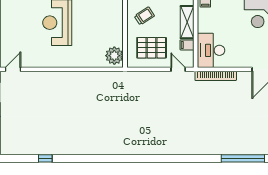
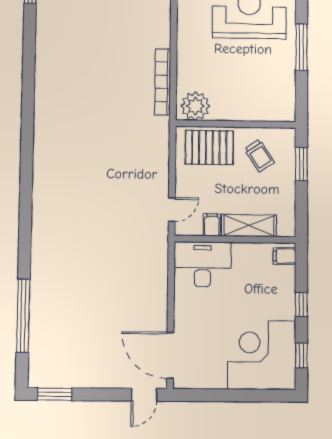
pallet: (152, 48) -> (209, 147), moved, turned 90
bookcase: (216, 76) -> (163, 82), moved

